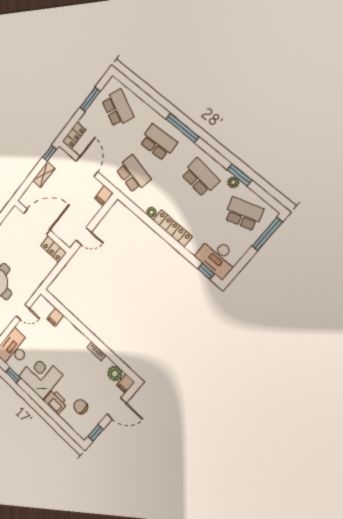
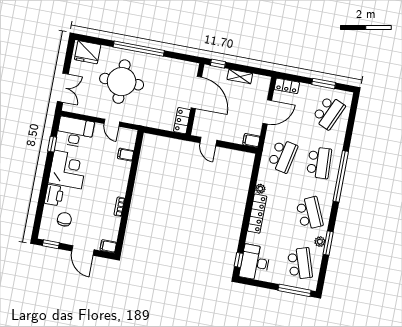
window: (182, 128) -> (341, 176), width x1.46
window: (50, 153) -> (218, 64), moved
school desk: (200, 177) -> (309, 213), turned -30
plant: (115, 374) -> (111, 233), removed

